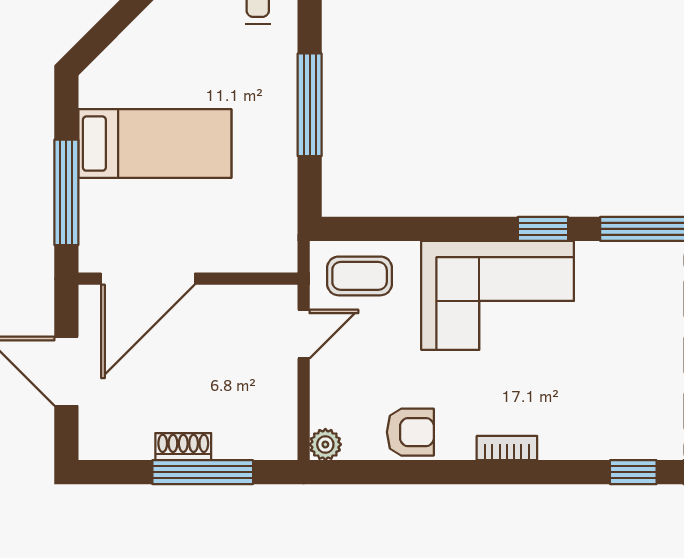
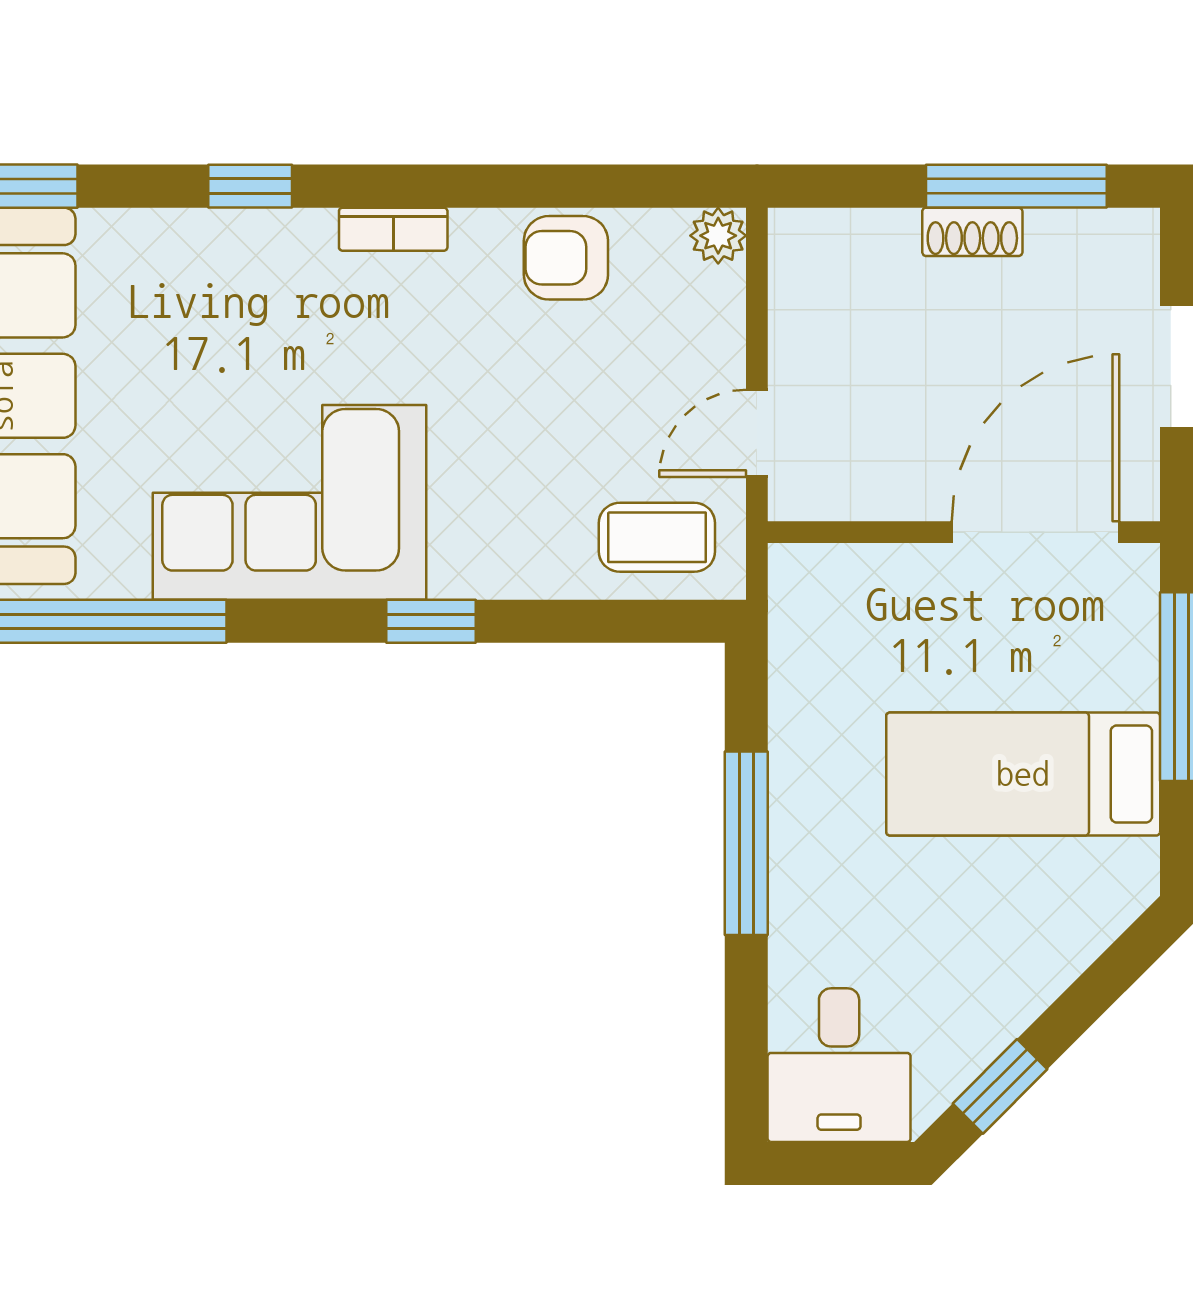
window: (543, 229) -> (431, 621), moved
corner sofa: (498, 295) -> (290, 502), moved
window: (203, 472) -> (1016, 186), moved
window: (633, 472) -> (250, 186), moved

